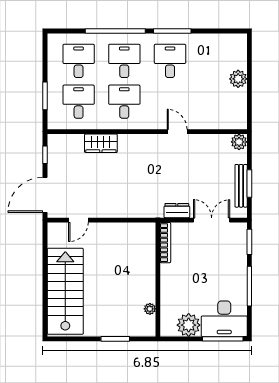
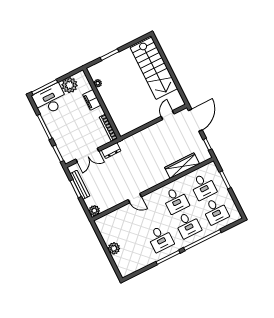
wardrobe: (101, 143) -> (182, 166), width x1.50
filing cabinet: (169, 291) -> (92, 100), added

